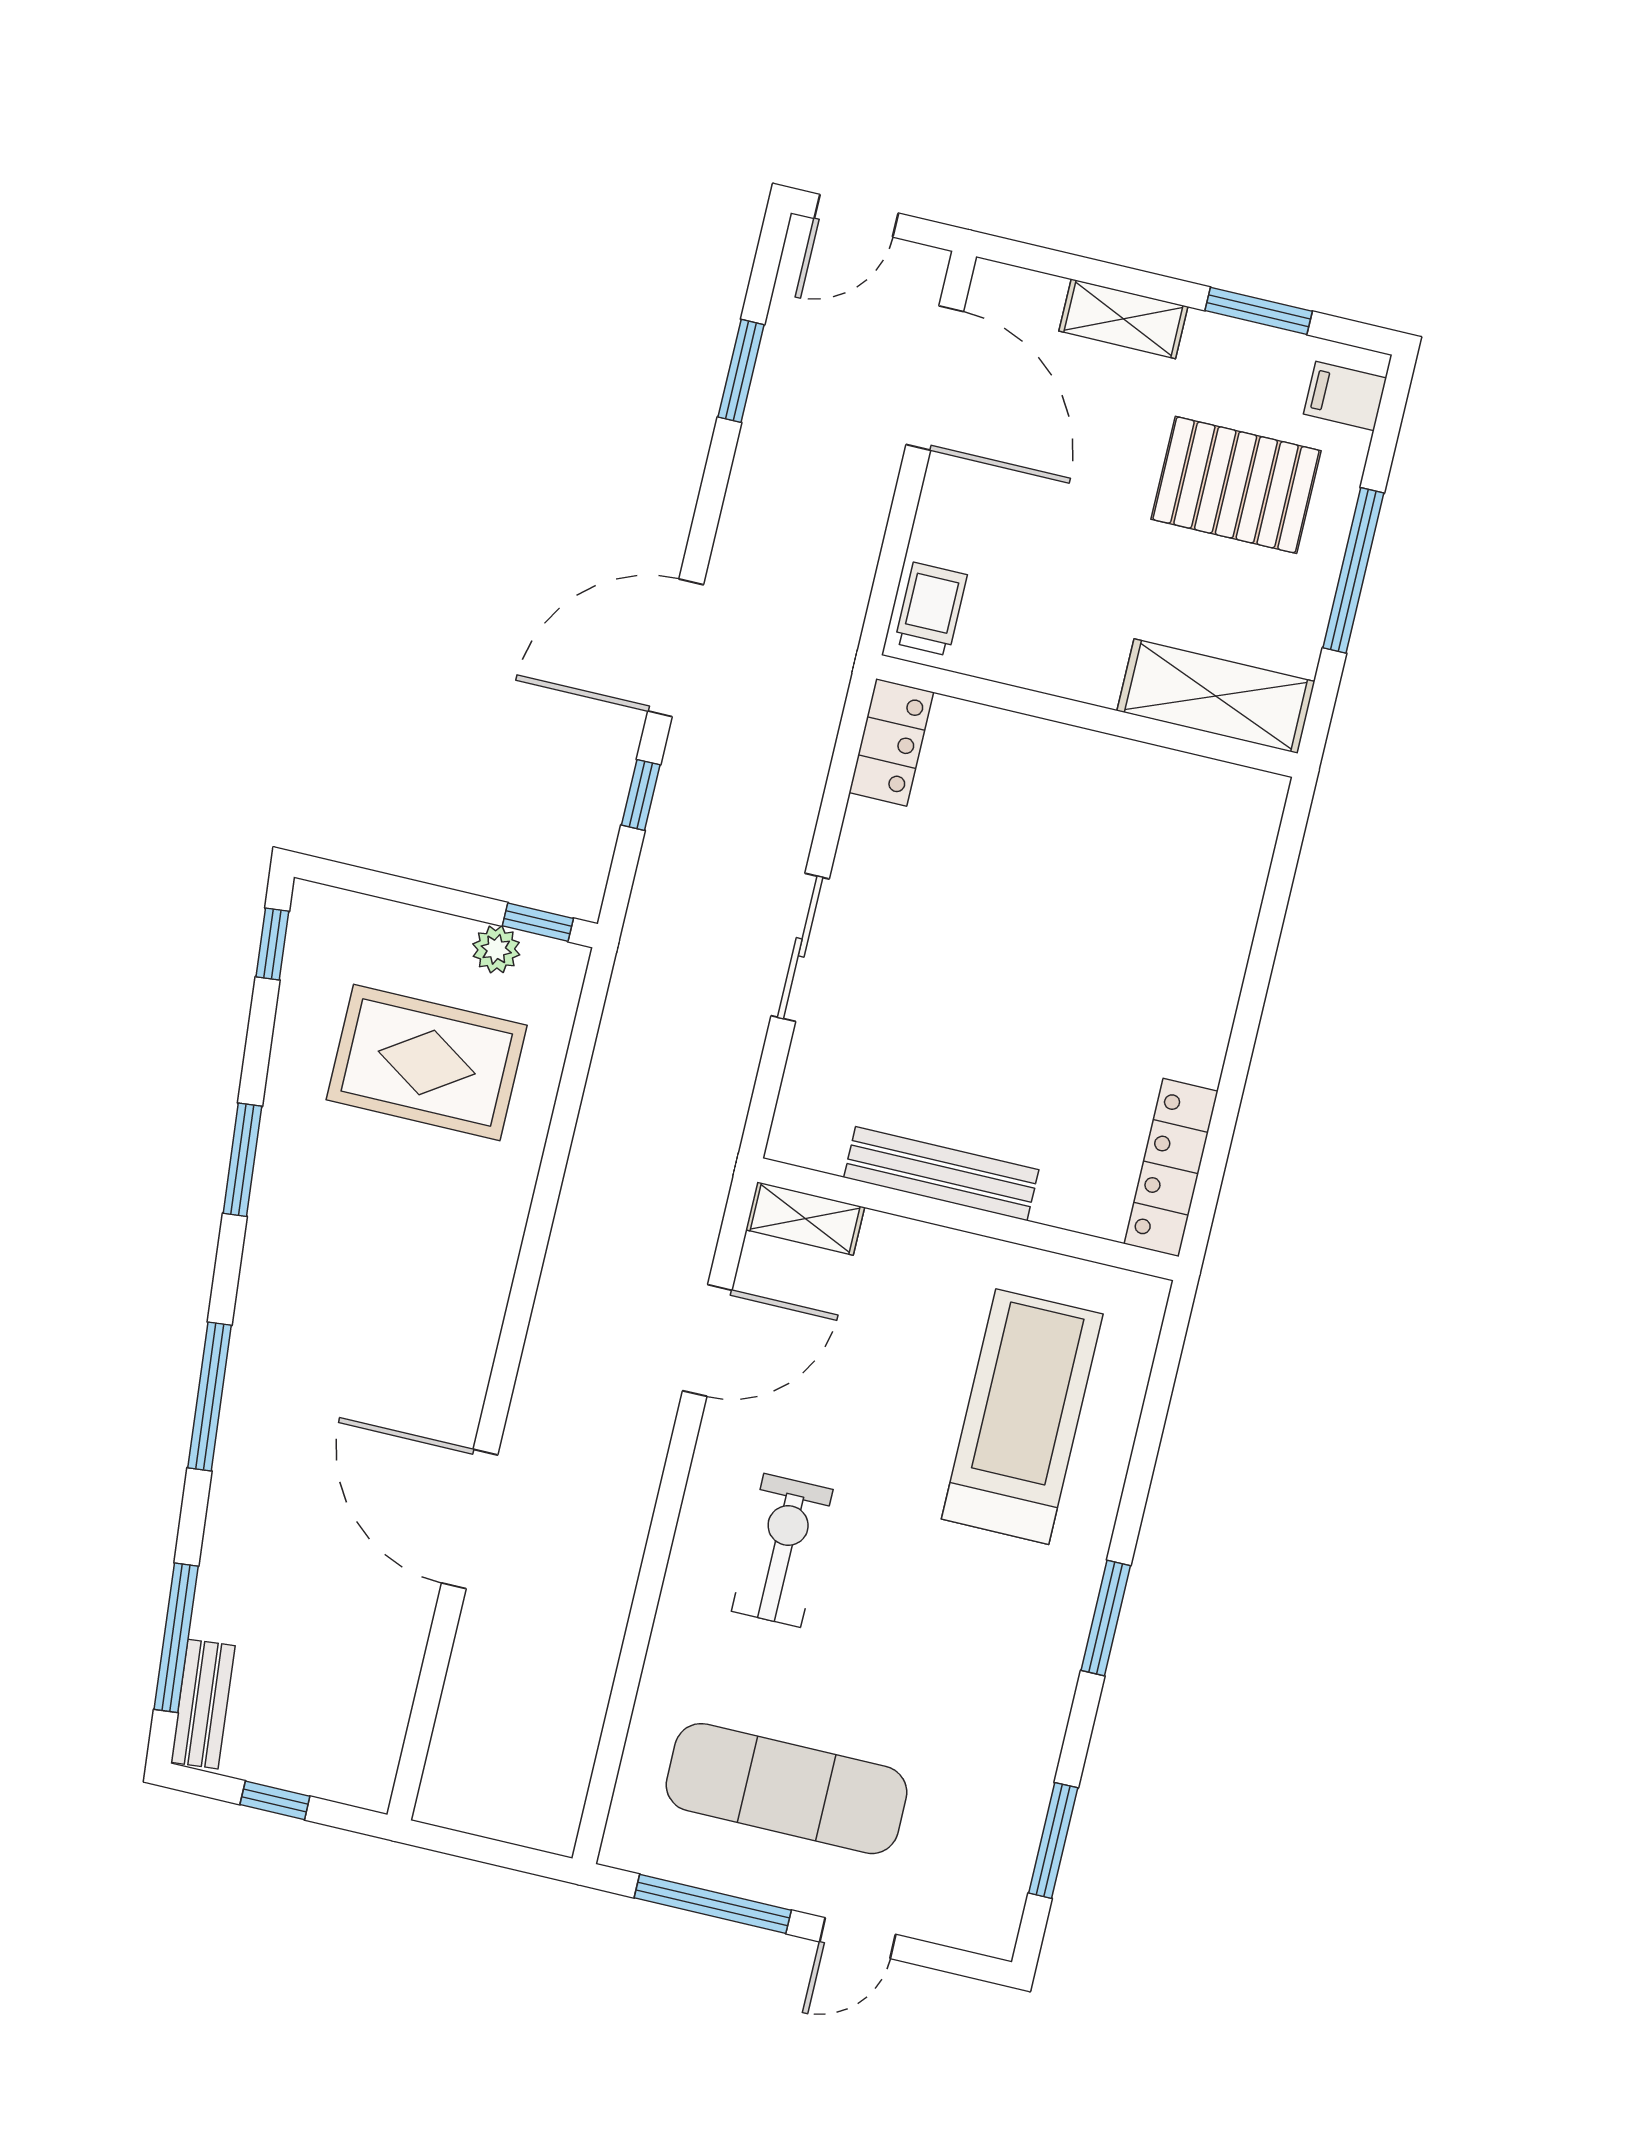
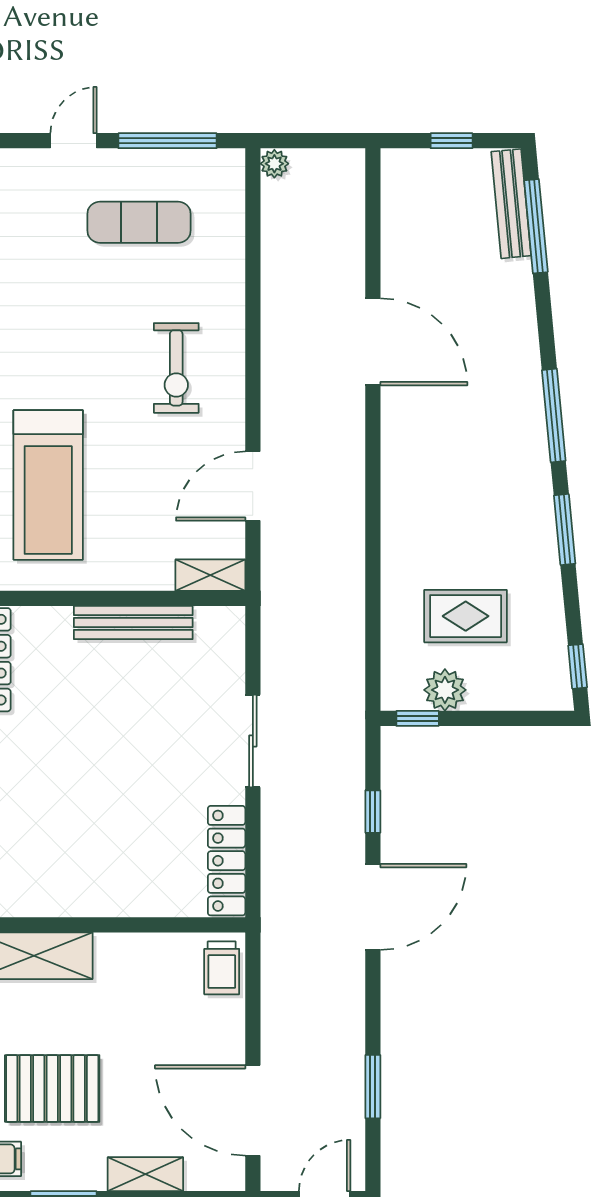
locker: (891, 742) -> (227, 861), width x1.53
plant: (496, 949) -> (445, 690), width x1.38, depth x1.38
rug: (427, 1063) -> (466, 616), width x0.73, depth x0.70
window: (210, 1396) -> (554, 415), moved
bench: (203, 1704) -> (511, 204), width x1.36
exercise mat: (787, 1789) -> (139, 222), width x0.73, depth x0.69
plant: (556, 1829) -> (274, 164), added

